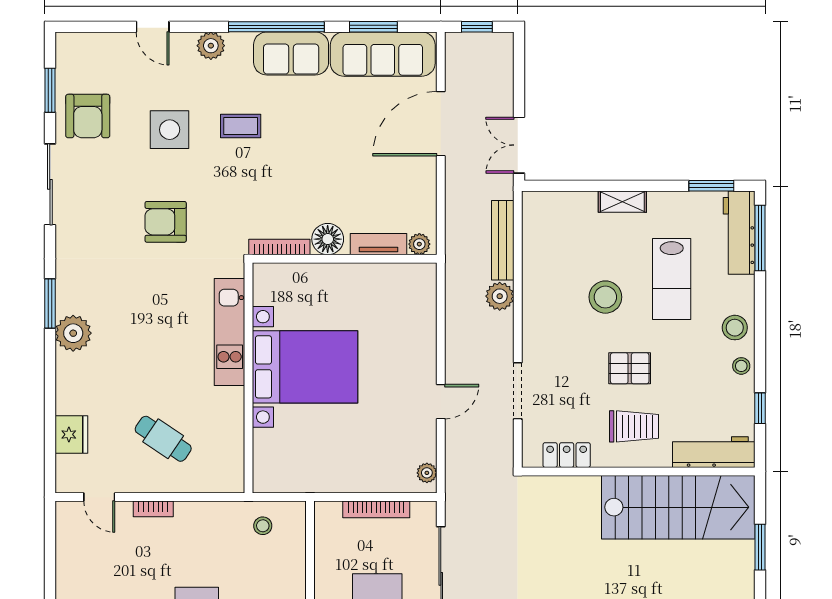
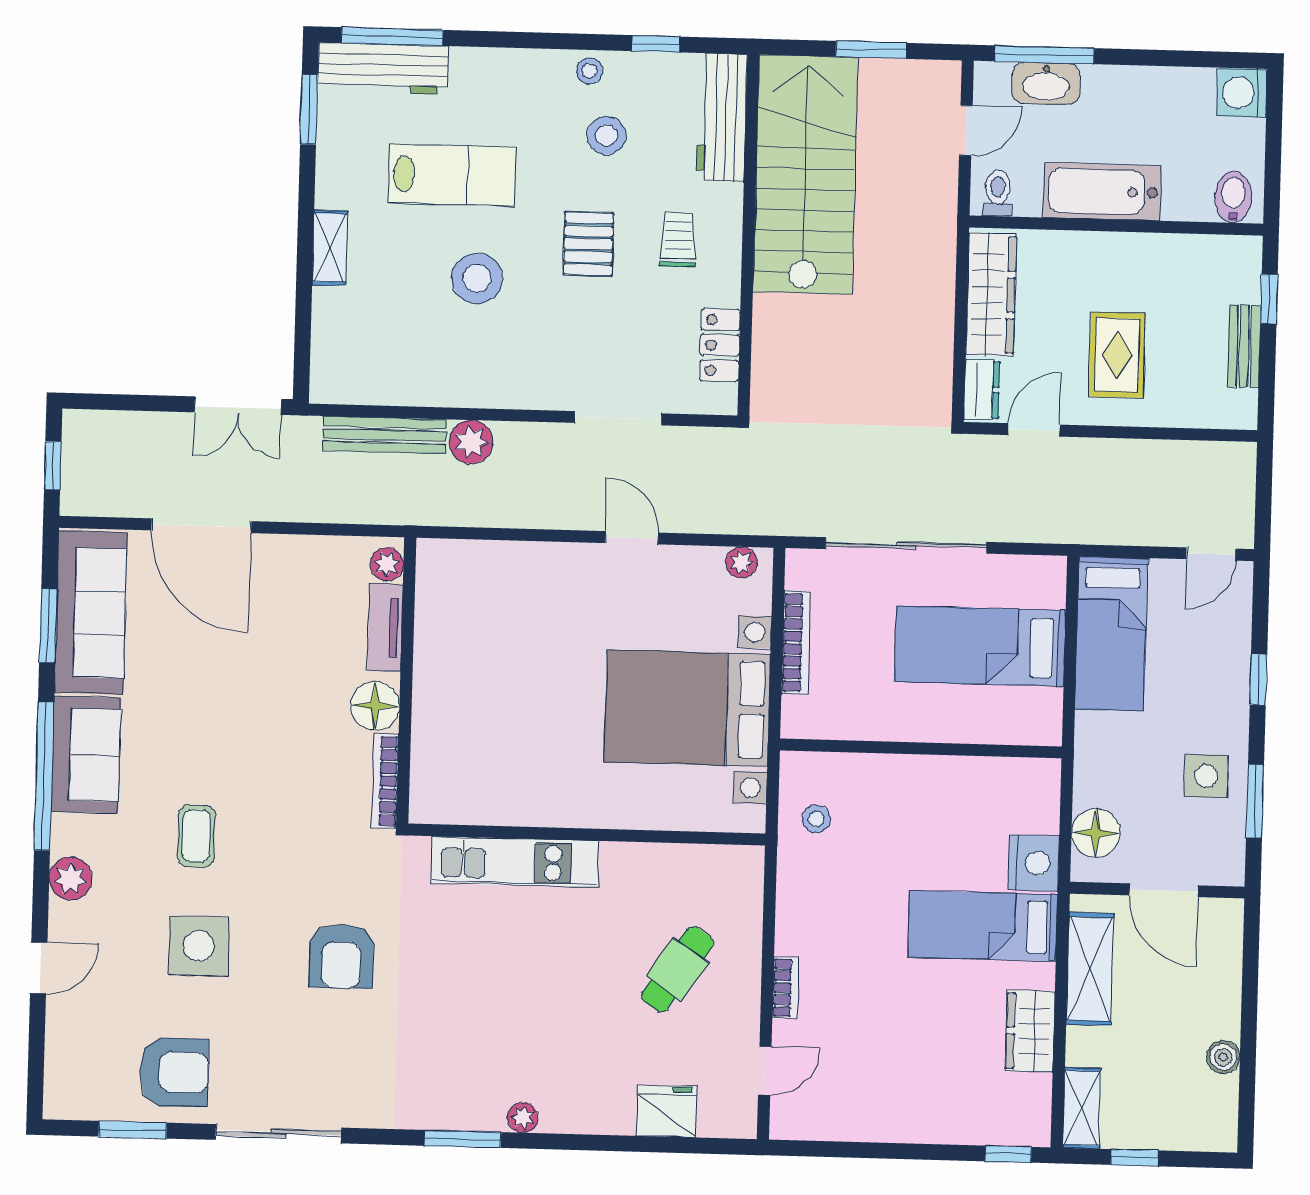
stool: (735, 328) -> (607, 136), moved
plant: (73, 333) -> (523, 1118), width x0.53, depth x0.53
bed with nightstands: (305, 367) -> (687, 708), moved, turned -90
trolley: (634, 426) -> (678, 240), width x0.73, depth x0.72

